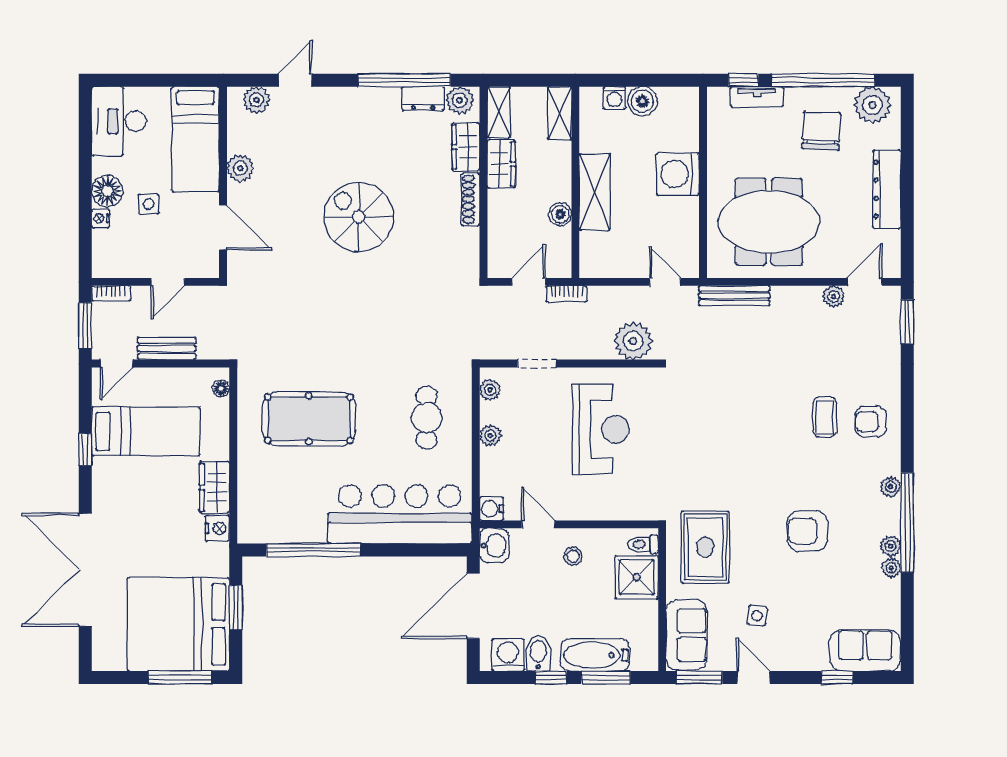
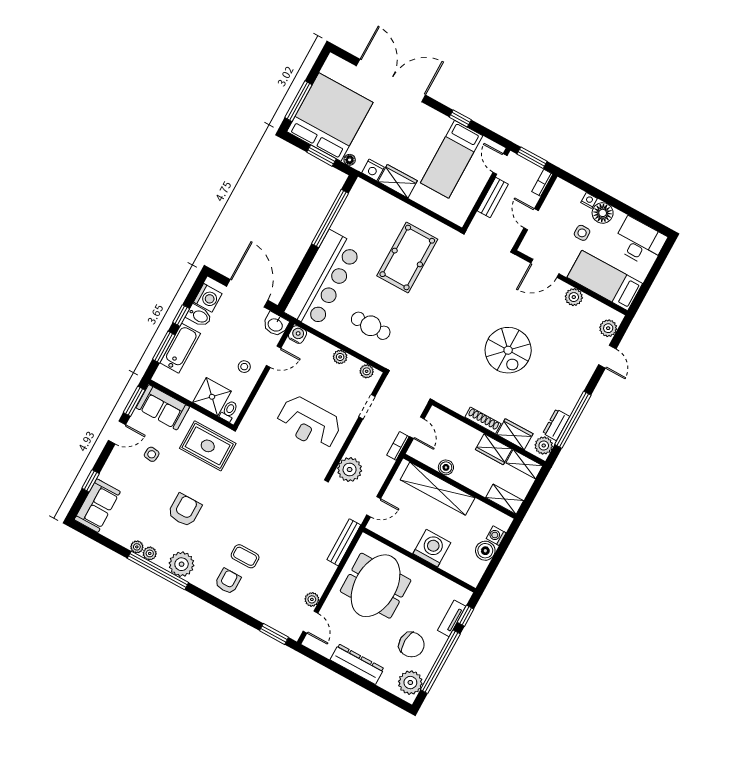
shelving: (595, 192) -> (438, 489), width x1.47
spiral stairs: (359, 217) -> (508, 350), turned 90
floor lamp: (221, 389) -> (350, 160), moved
plant: (891, 487) -> (182, 564), width x1.88, depth x1.88

